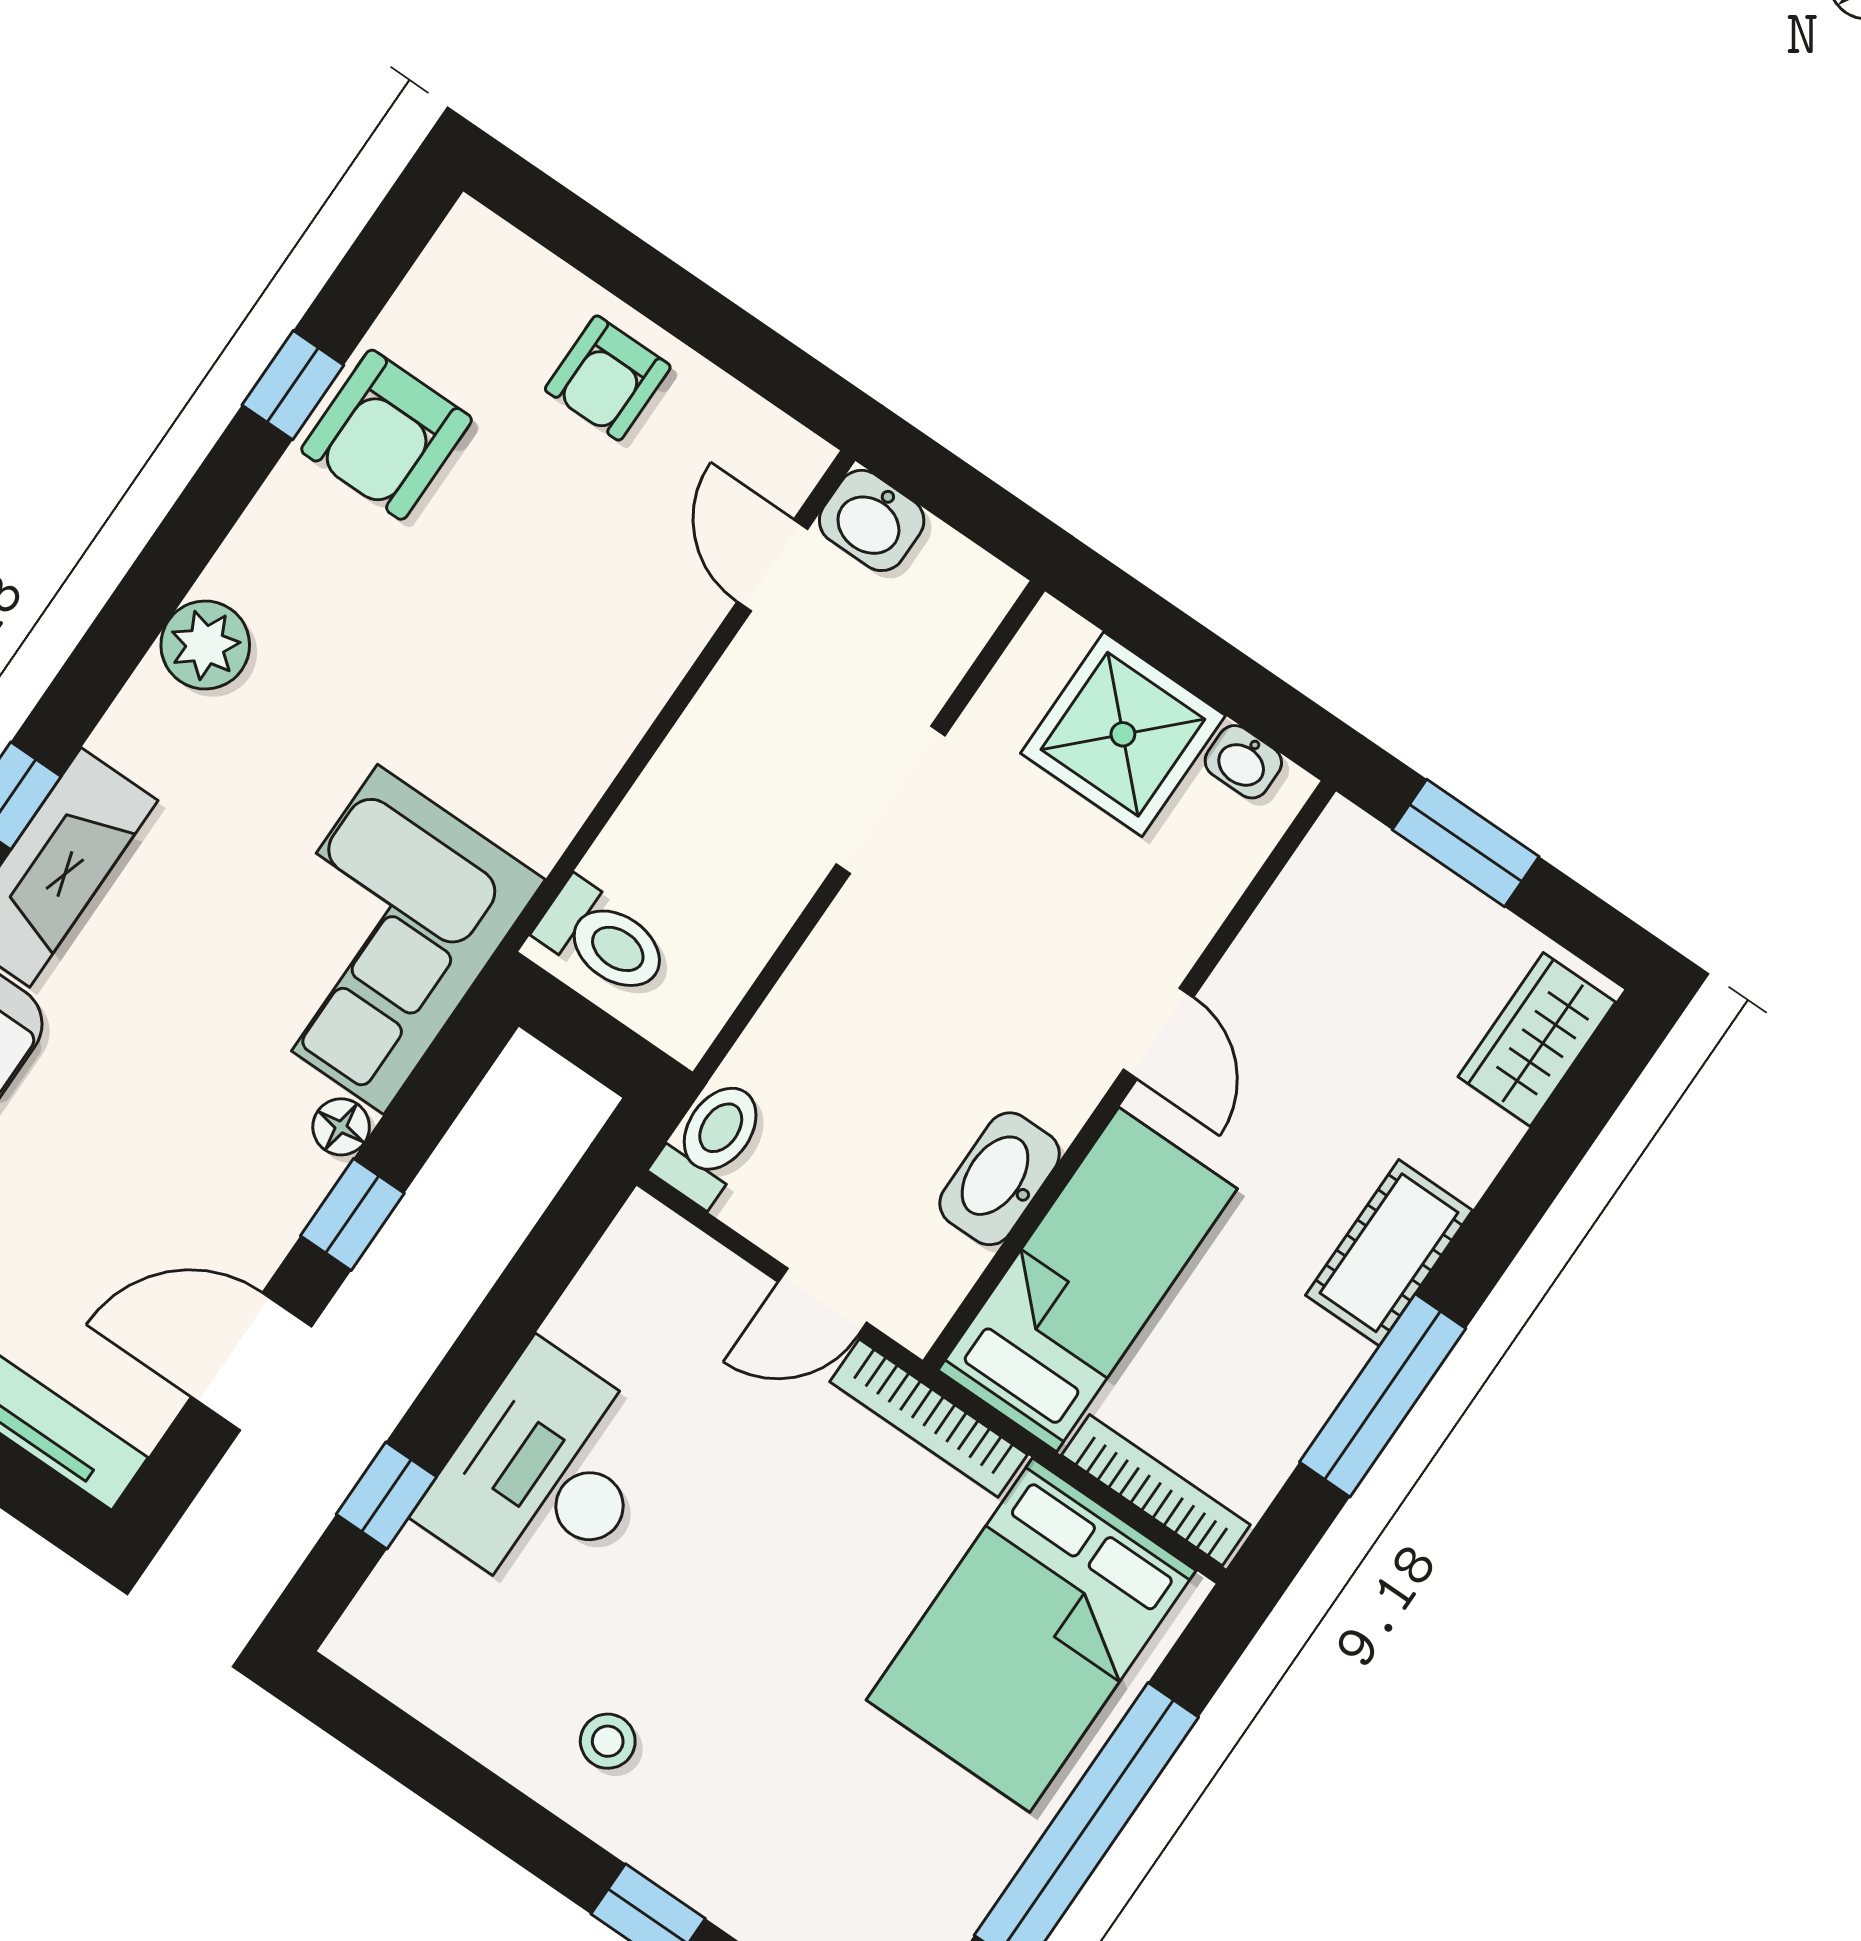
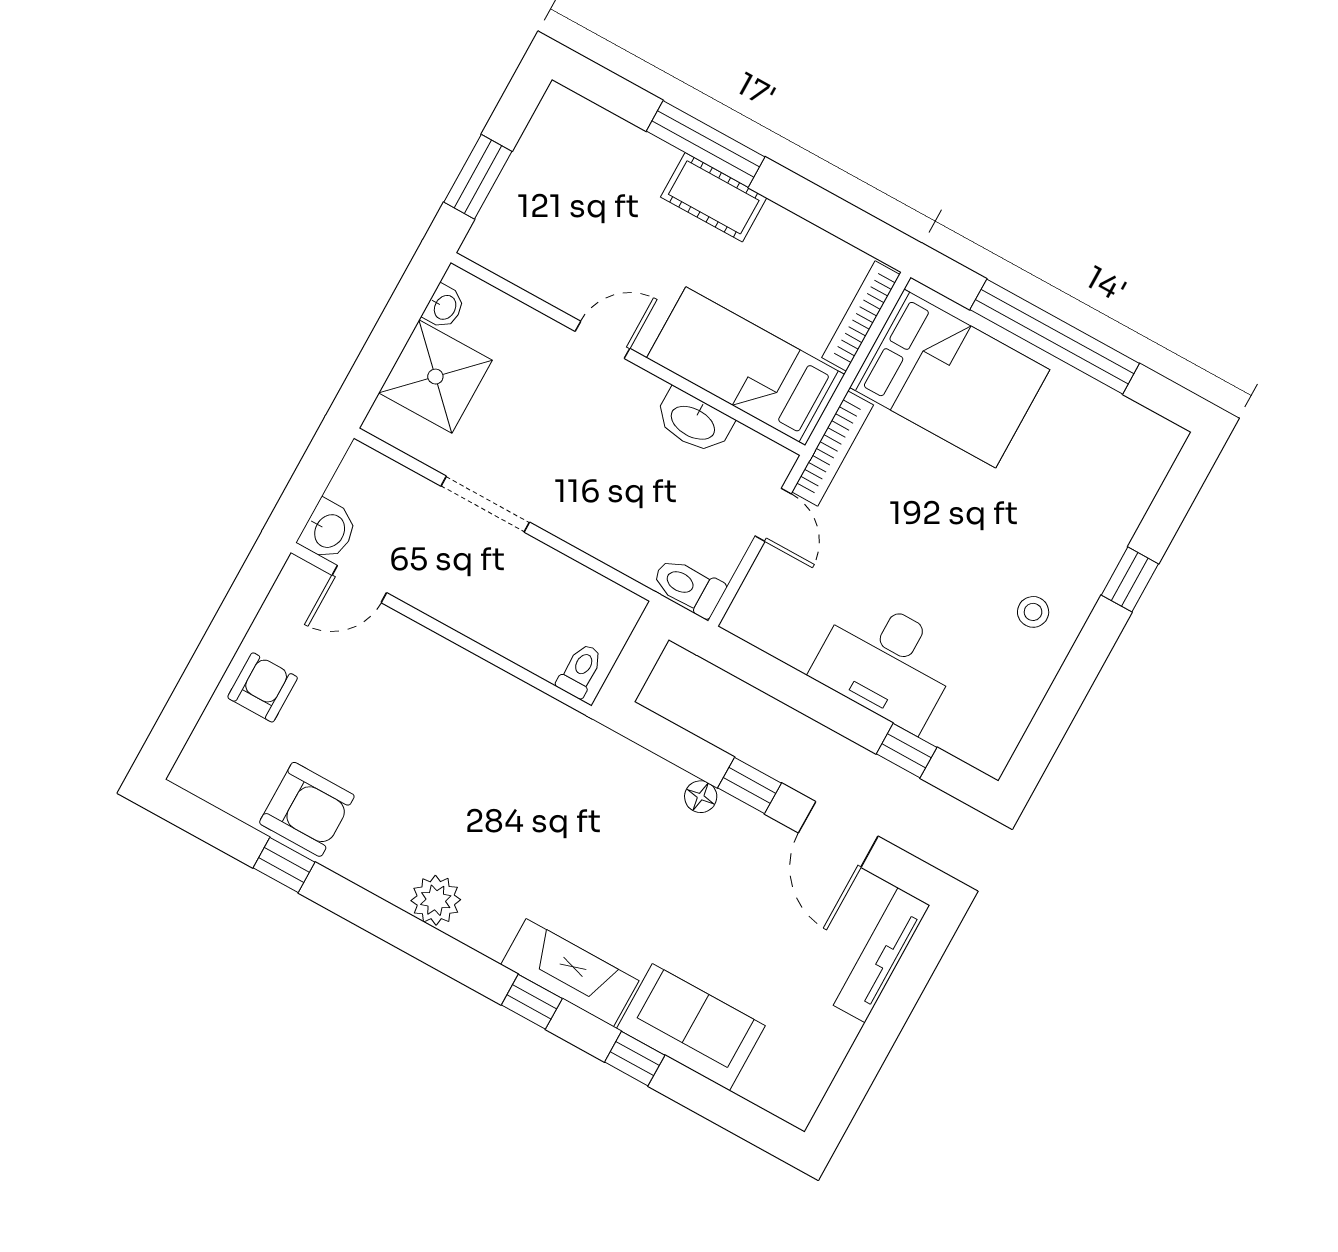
armchair: (608, 378) -> (263, 687), turned -90
corner sofa: (381, 939) -> (592, 785), removed
toilet: (603, 939) -> (580, 670), width x0.73, depth x0.72
wardrobe: (1537, 1039) -> (585, 126), removed
window: (1383, 1395) -> (706, 144), moved

